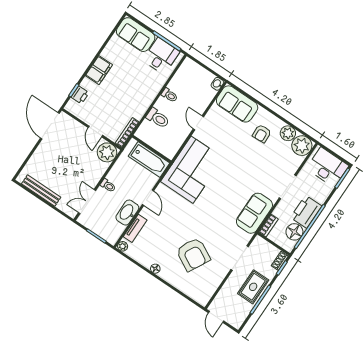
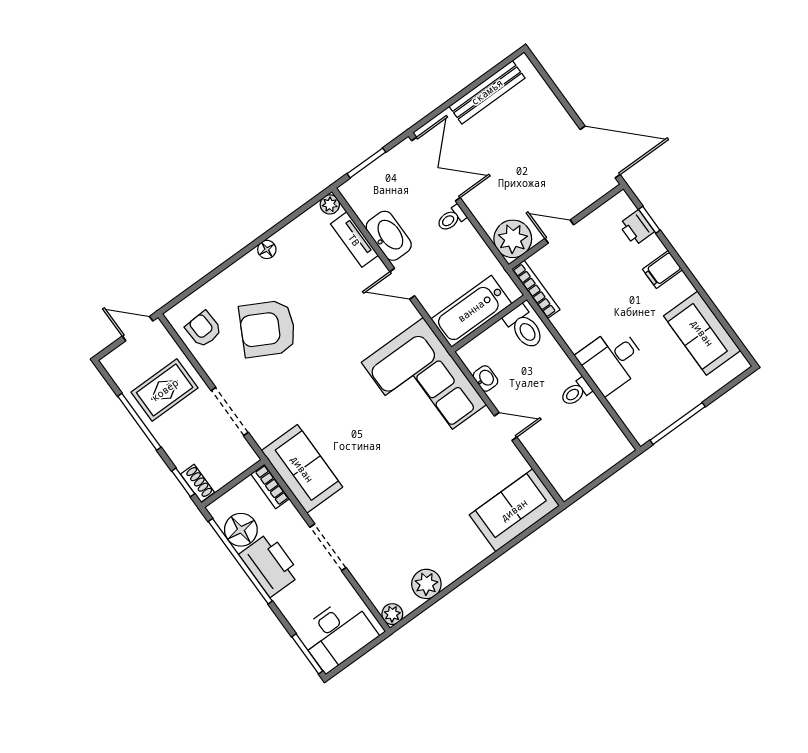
sofa: (136, 35) -> (702, 333), moved, turned -90
desk: (161, 56) -> (612, 360), moved, turned 90
filing cabinet: (99, 70) -> (662, 270), width x0.50
washbasin: (217, 84) -> (485, 378), moved
toilet: (158, 118) -> (524, 327), moved, turned -90
armchair: (262, 134) -> (203, 329), moved
plant: (302, 146) -> (392, 614), width x0.53, depth x0.53
double door: (87, 202) -> (436, 169), width x1.37
rug: (253, 287) -> (165, 390), moved, turned 90

